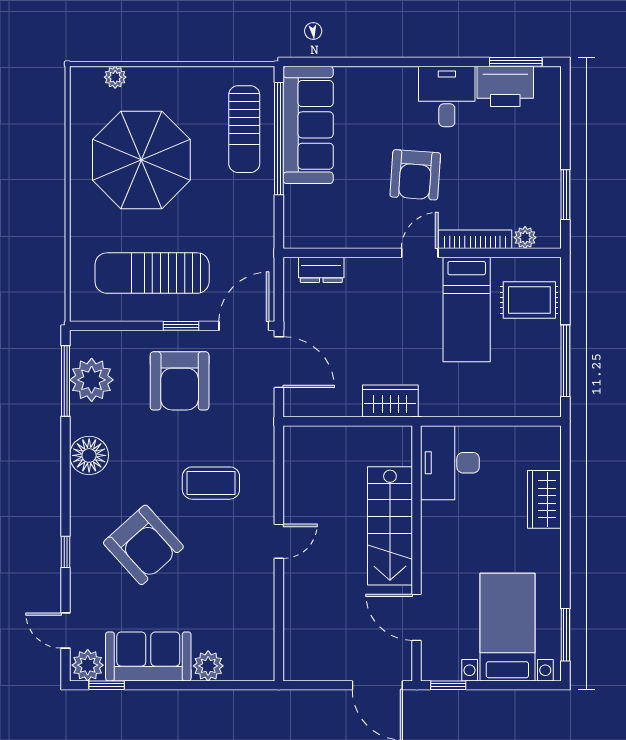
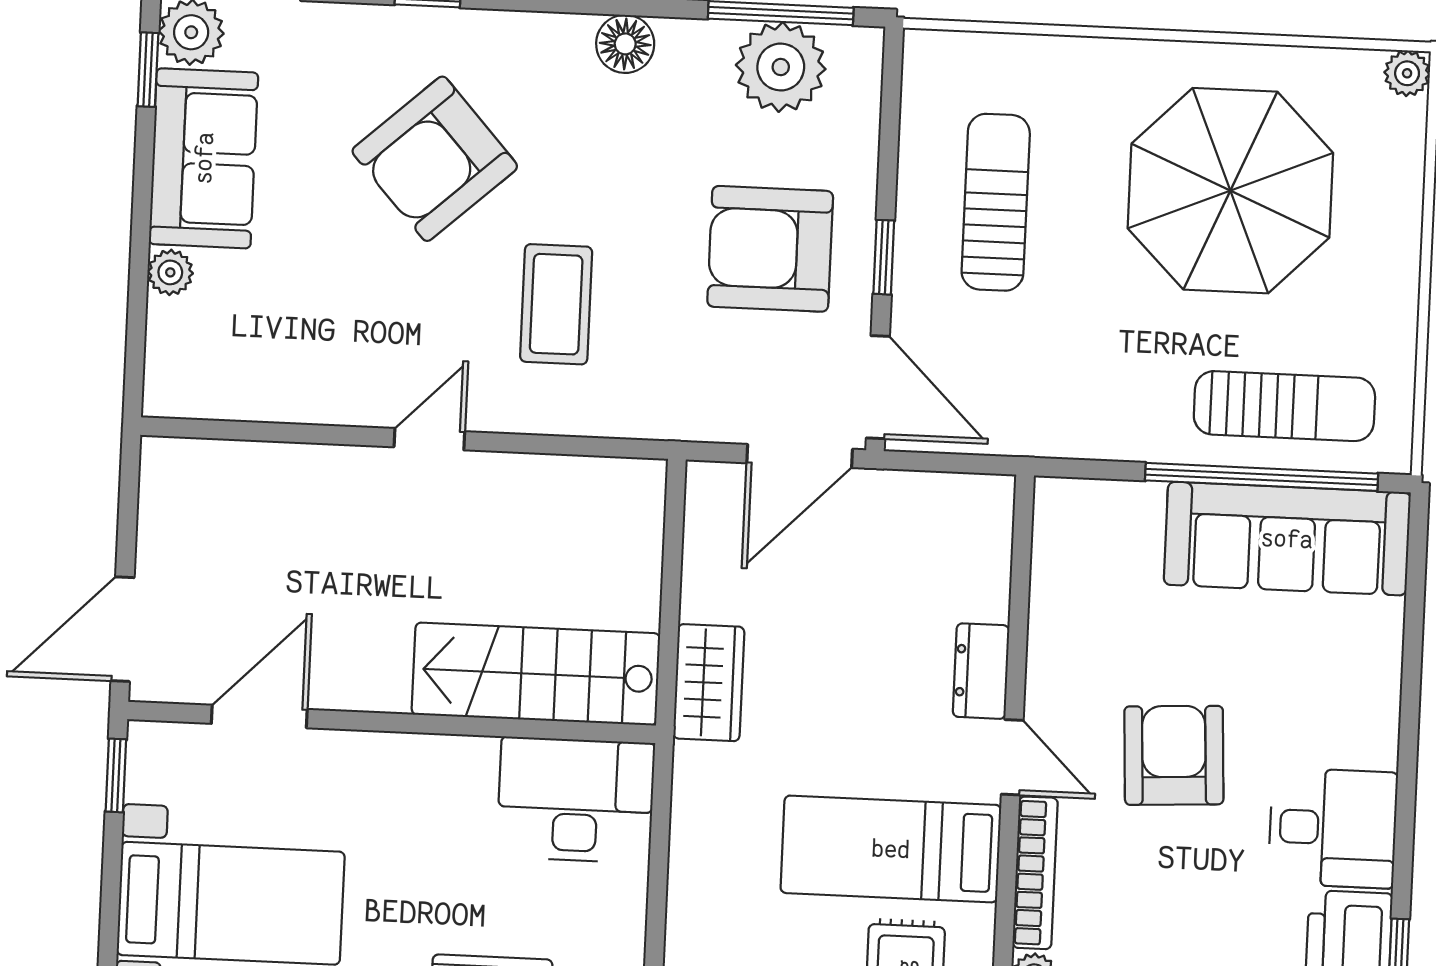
plant: (115, 77) -> (1407, 73), moved
sun lounger: (244, 129) -> (1284, 406), turned 180
armchair: (415, 175) -> (1174, 755), turned 83
dresser: (321, 270) -> (981, 671), moved
sun lounger: (152, 273) -> (996, 202), width x0.73, depth x0.75
floor lamp: (89, 455) -> (625, 44), width x0.73, depth x0.73
stairs: (390, 526) -> (536, 674), moved
door: (279, 541) -> (429, 439), swing flipped
plant: (208, 666) -> (170, 272), width x0.73, depth x0.73

